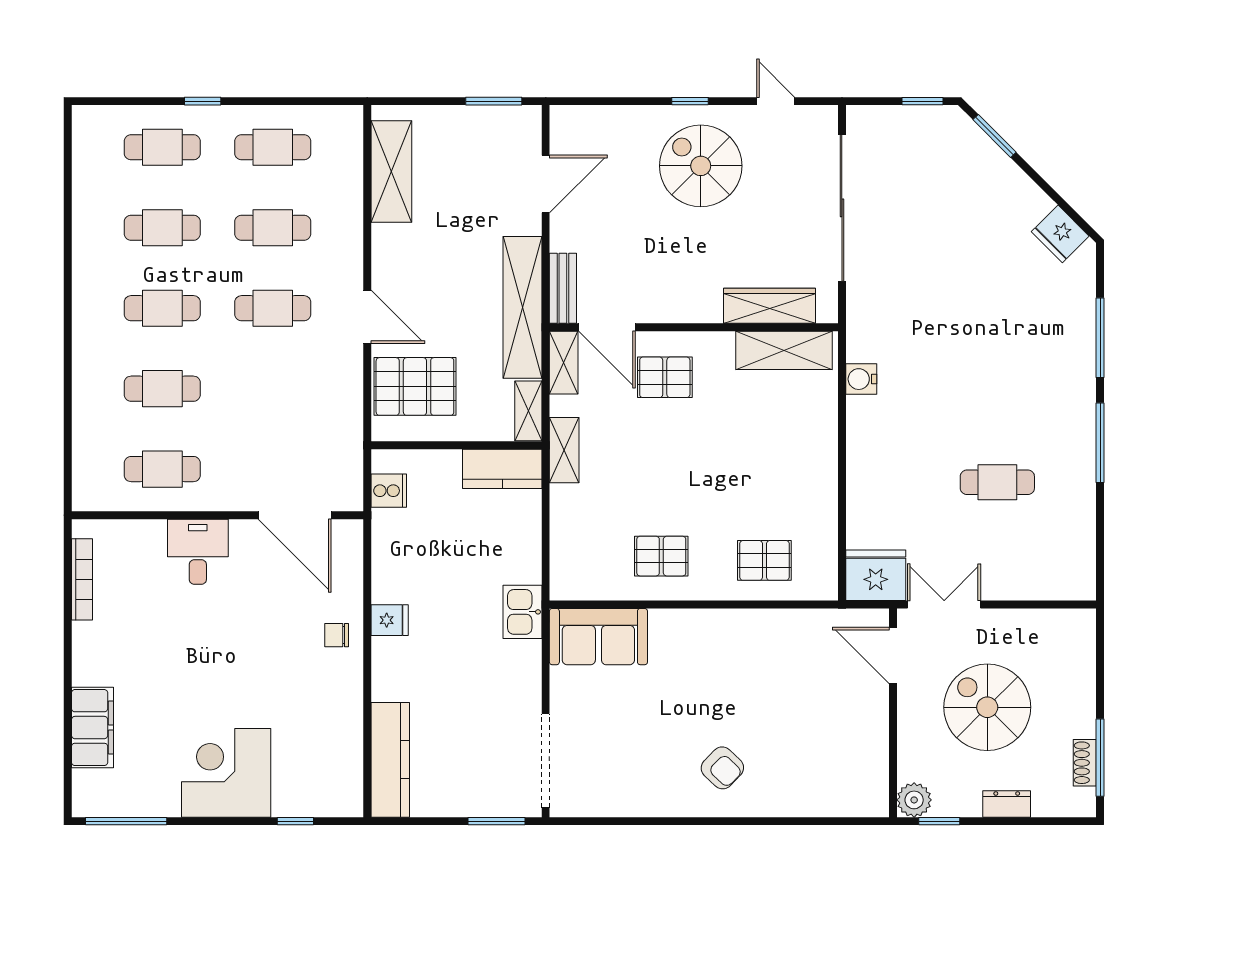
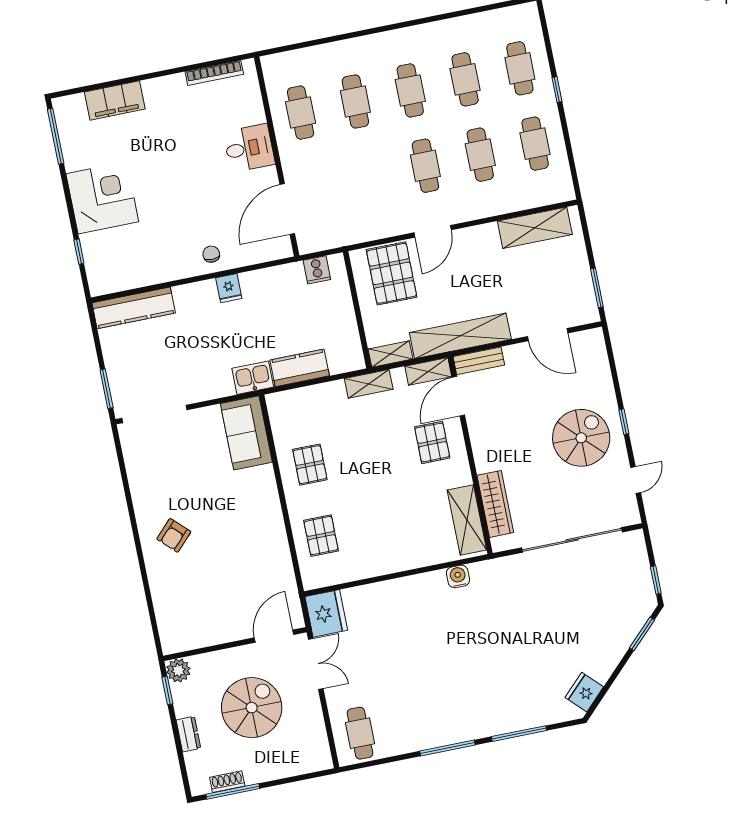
kitchen counter: (502, 469) -> (300, 368), moved, turned 90
cafe table: (997, 482) -> (360, 733), moved

